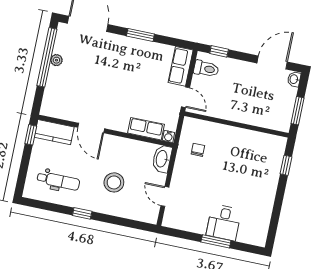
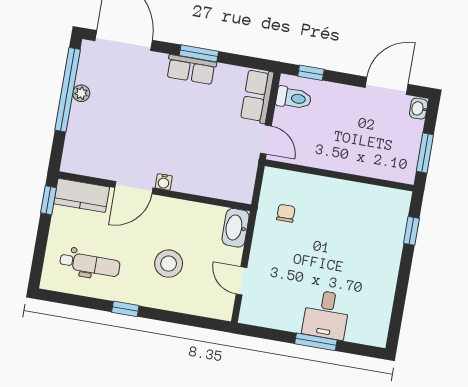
door: (91, 128) -> (134, 188), hinge flipped
row of seats: (146, 129) -> (191, 70), moved, turned 180
water cooler: (168, 136) -> (164, 182), moved

